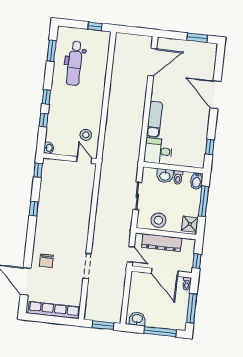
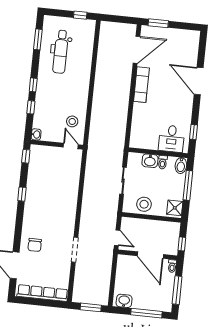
window: (197, 38) -> (158, 23), moved
exam couch: (155, 119) -> (141, 85), moved
desk: (158, 151) -> (172, 139), moved, turned -90
dresser: (162, 243) -> (147, 226), removed

